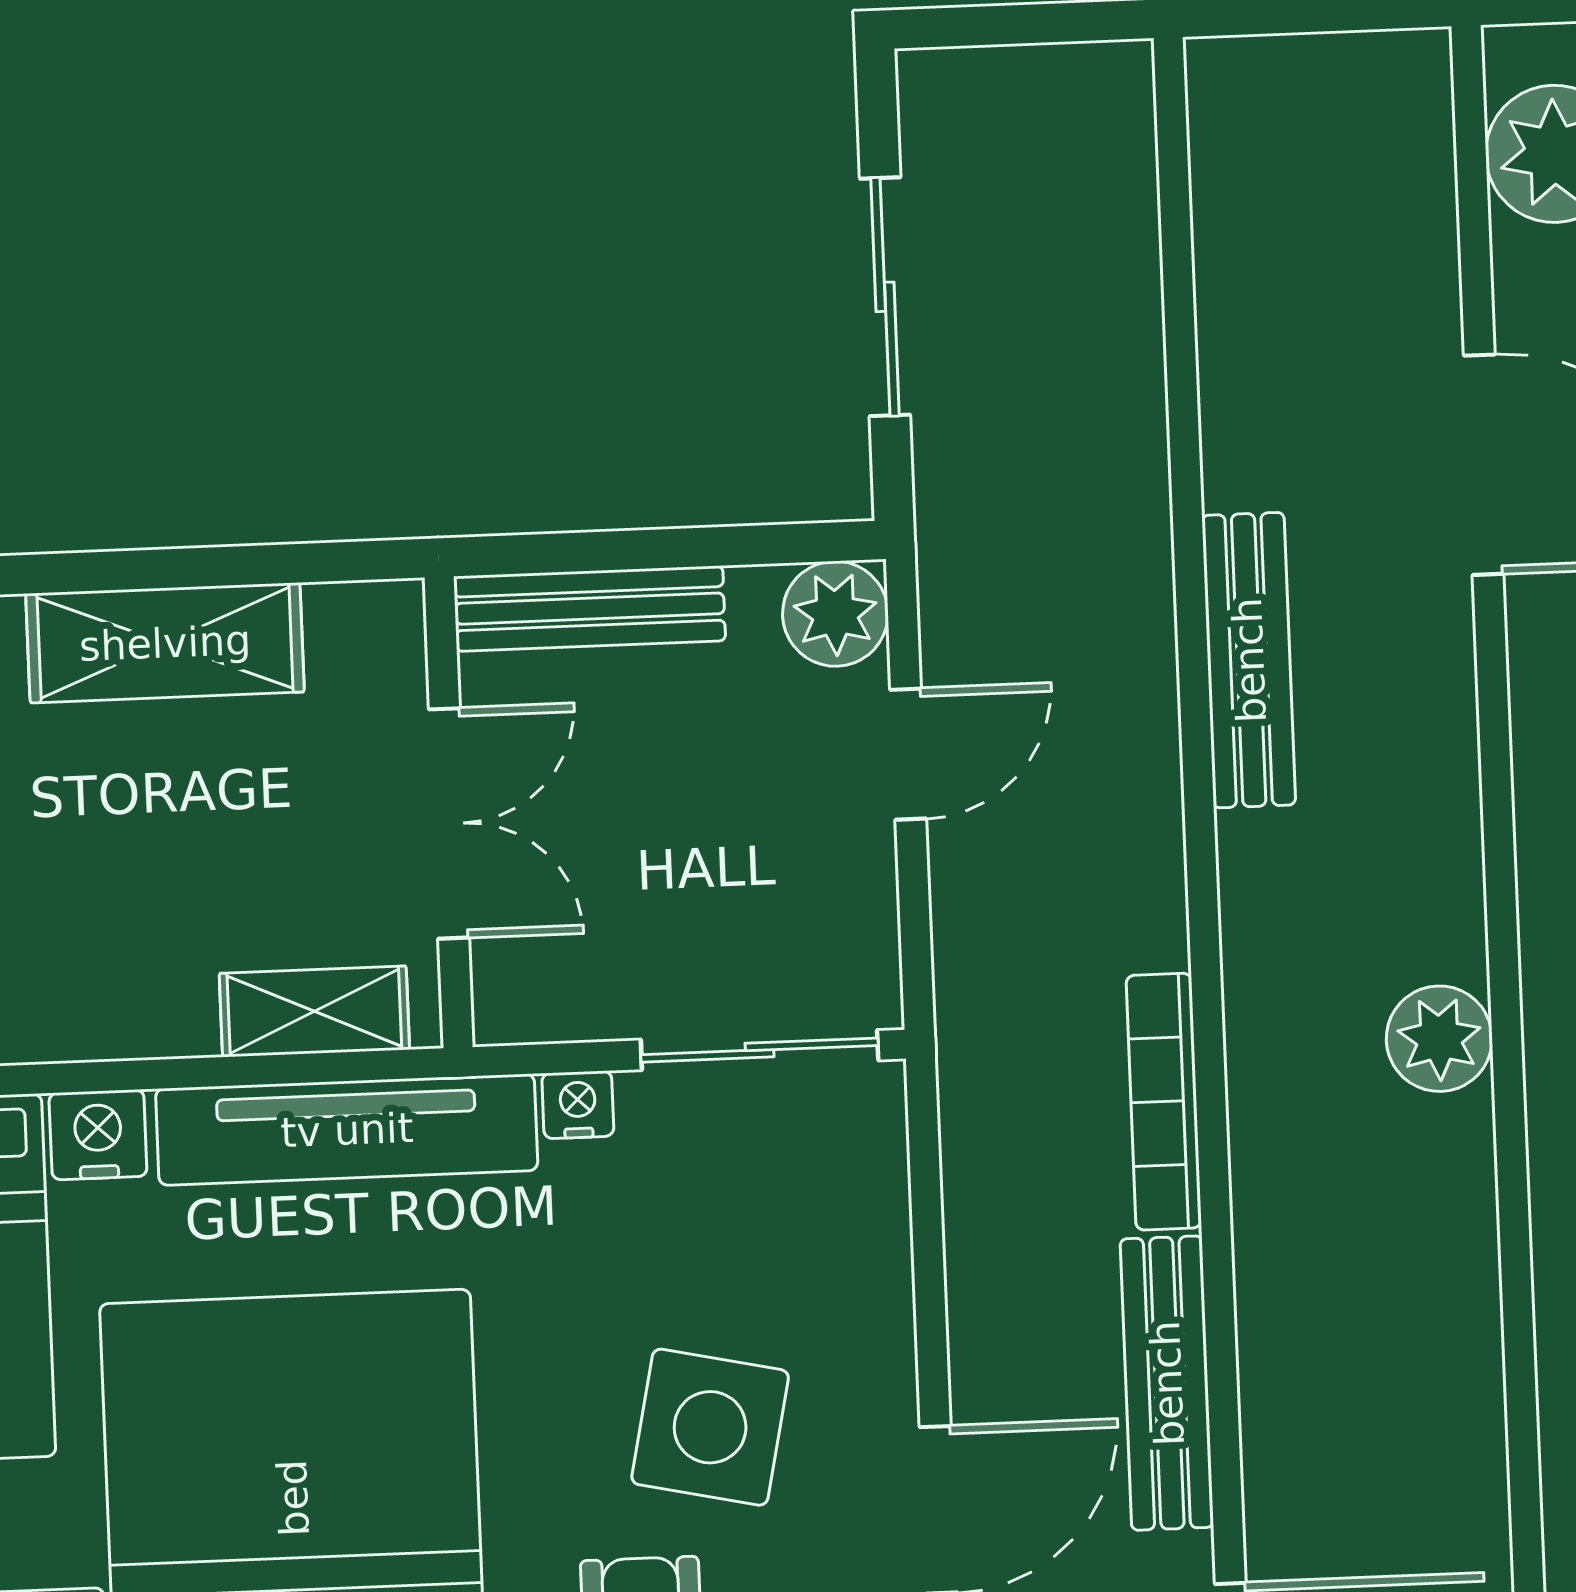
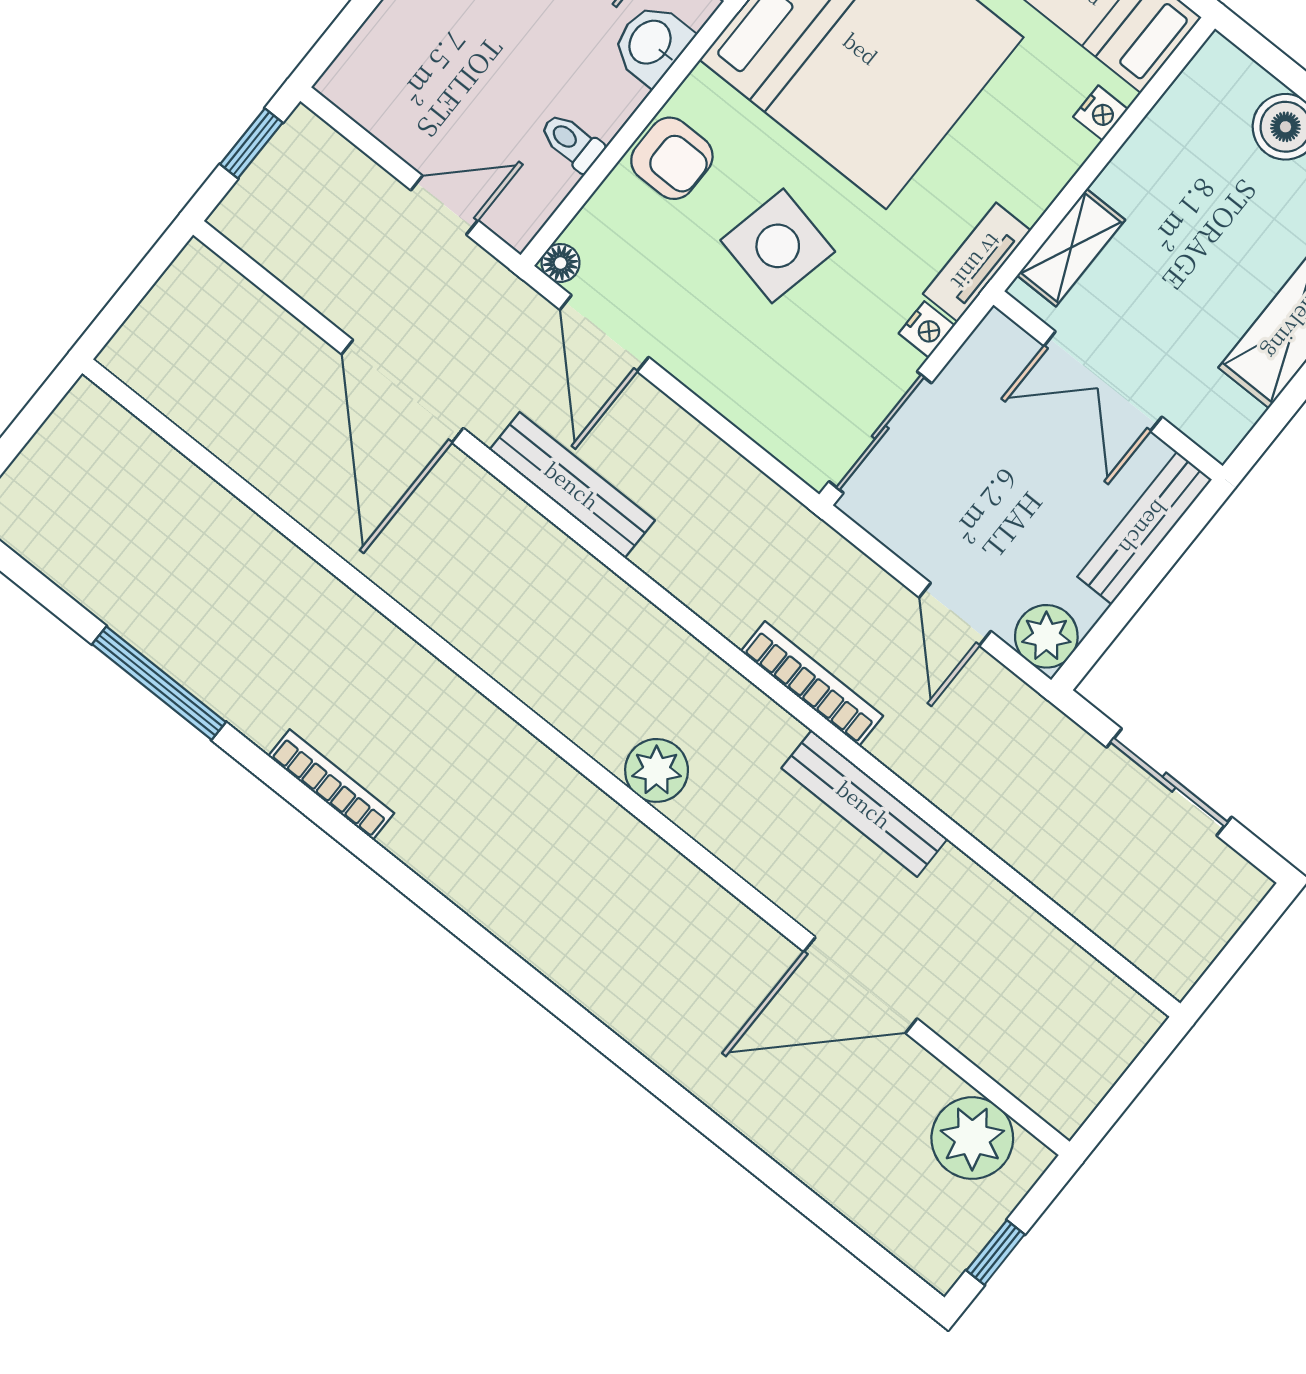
plant: (1439, 1039) -> (657, 770), moved
bookcase: (1164, 1102) -> (812, 683), moved
tv unit: (347, 1130) -> (977, 262), width x0.52, depth x0.78
nightstand: (98, 1135) -> (1101, 113), width x0.72, depth x0.74
side table: (710, 1427) -> (778, 246), moved

